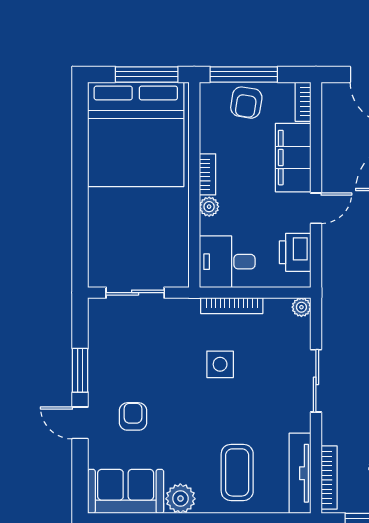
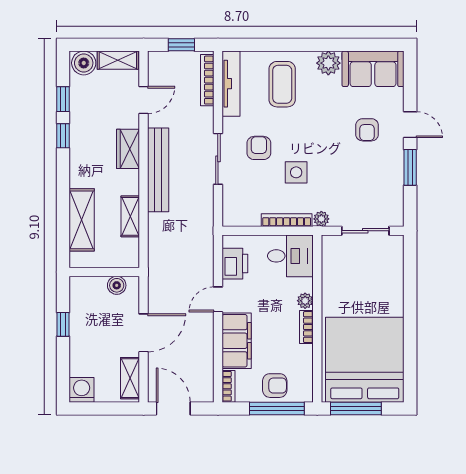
armchair: (246, 103) -> (275, 386), turned 81
plant: (301, 307) -> (321, 219), moved
armchair: (266, 394) -> (259, 148), added

